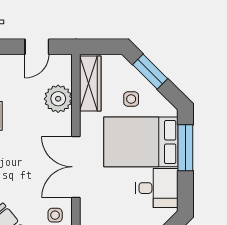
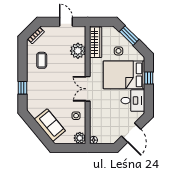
door: (37, 47) -> (66, 22), swing flipped
window: (185, 148) -> (149, 78), width x0.46
double door: (76, 167) -> (88, 89), width x0.73

